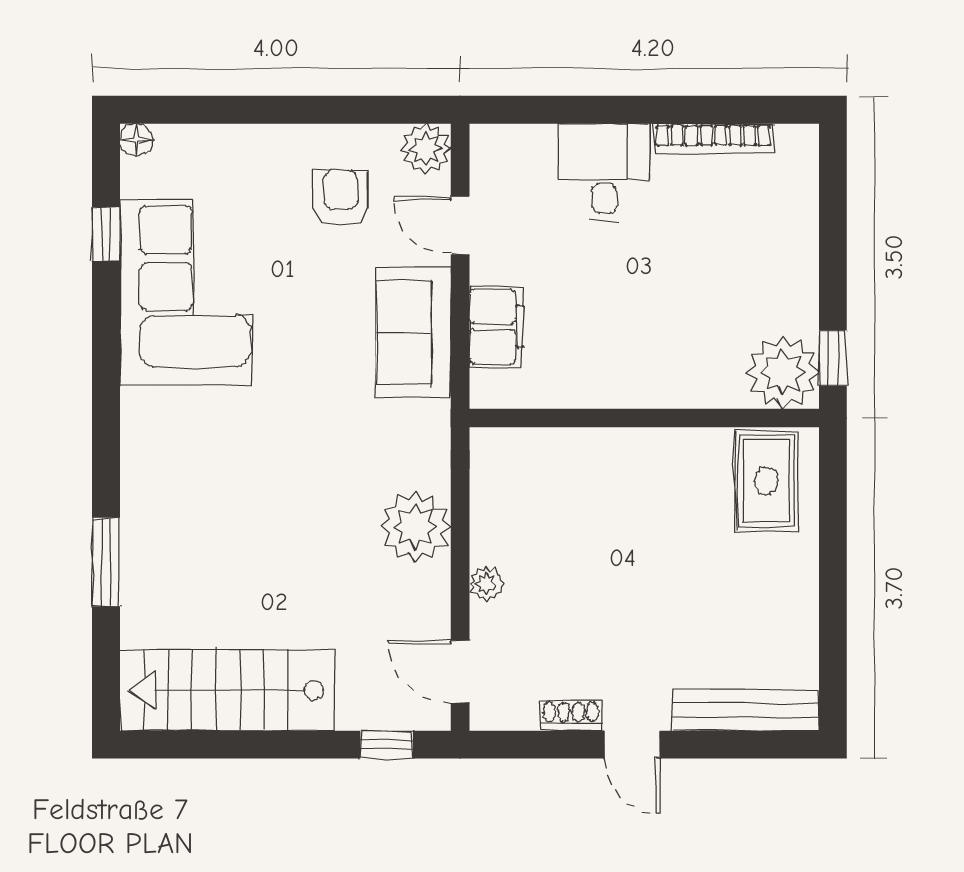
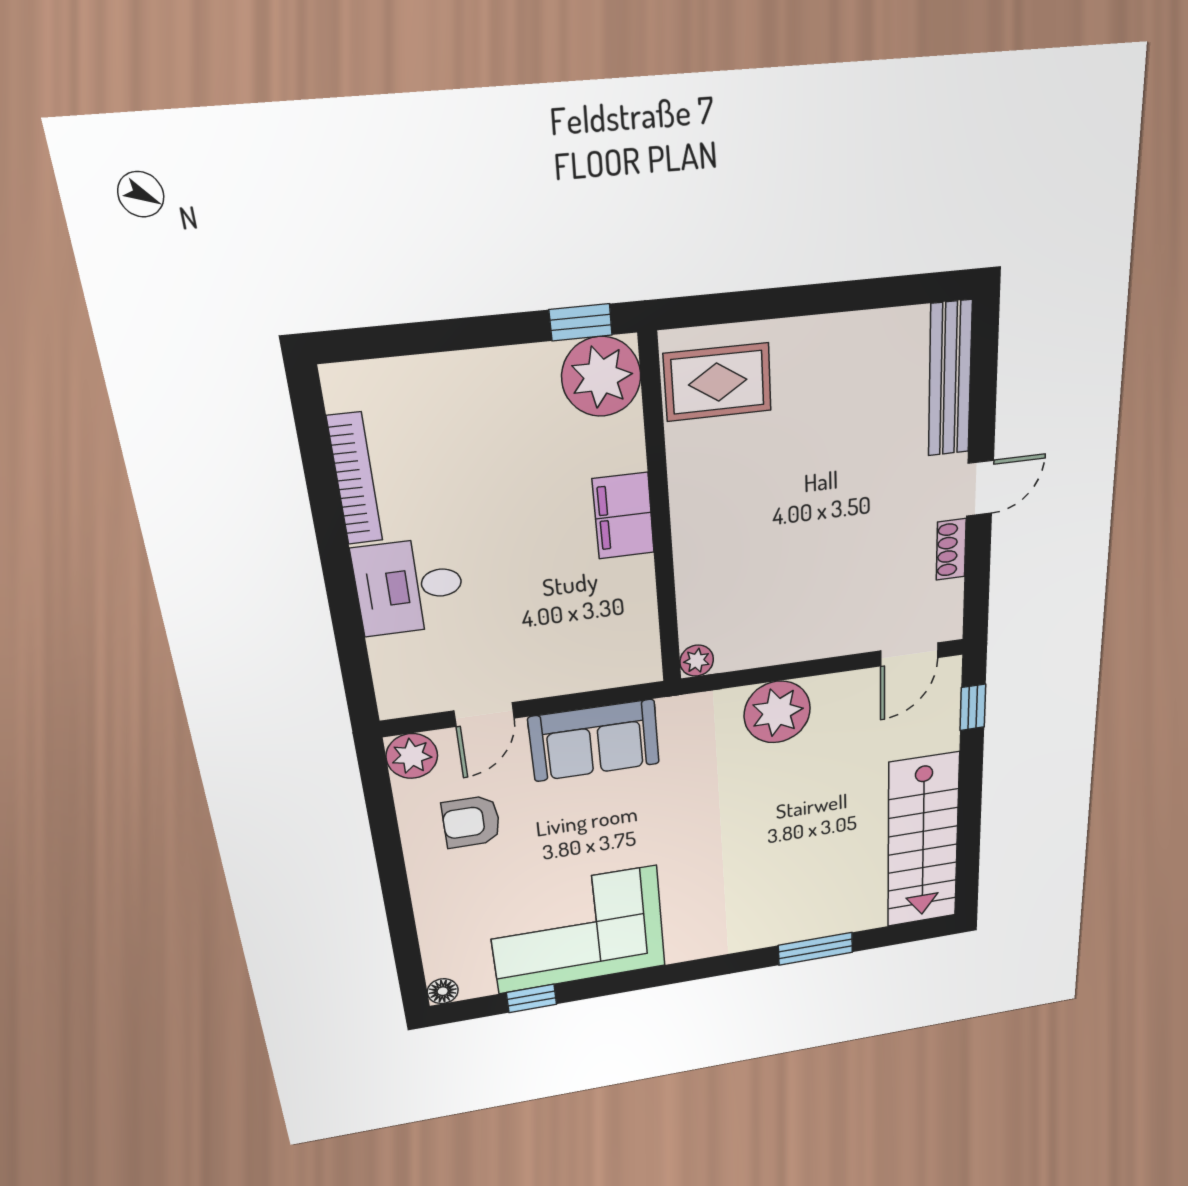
filing cabinet: (496, 327) -> (623, 516), moved, turned -90
plant: (487, 584) -> (697, 661), moved

